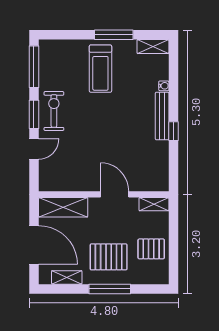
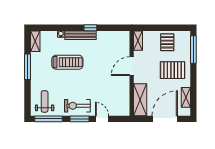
weight bench: (61, 61) -> (45, 101), added
treadmill: (100, 69) -> (67, 62), moved
pallet: (109, 257) -> (173, 70), turned 90
window: (110, 289) -> (193, 50), moved

